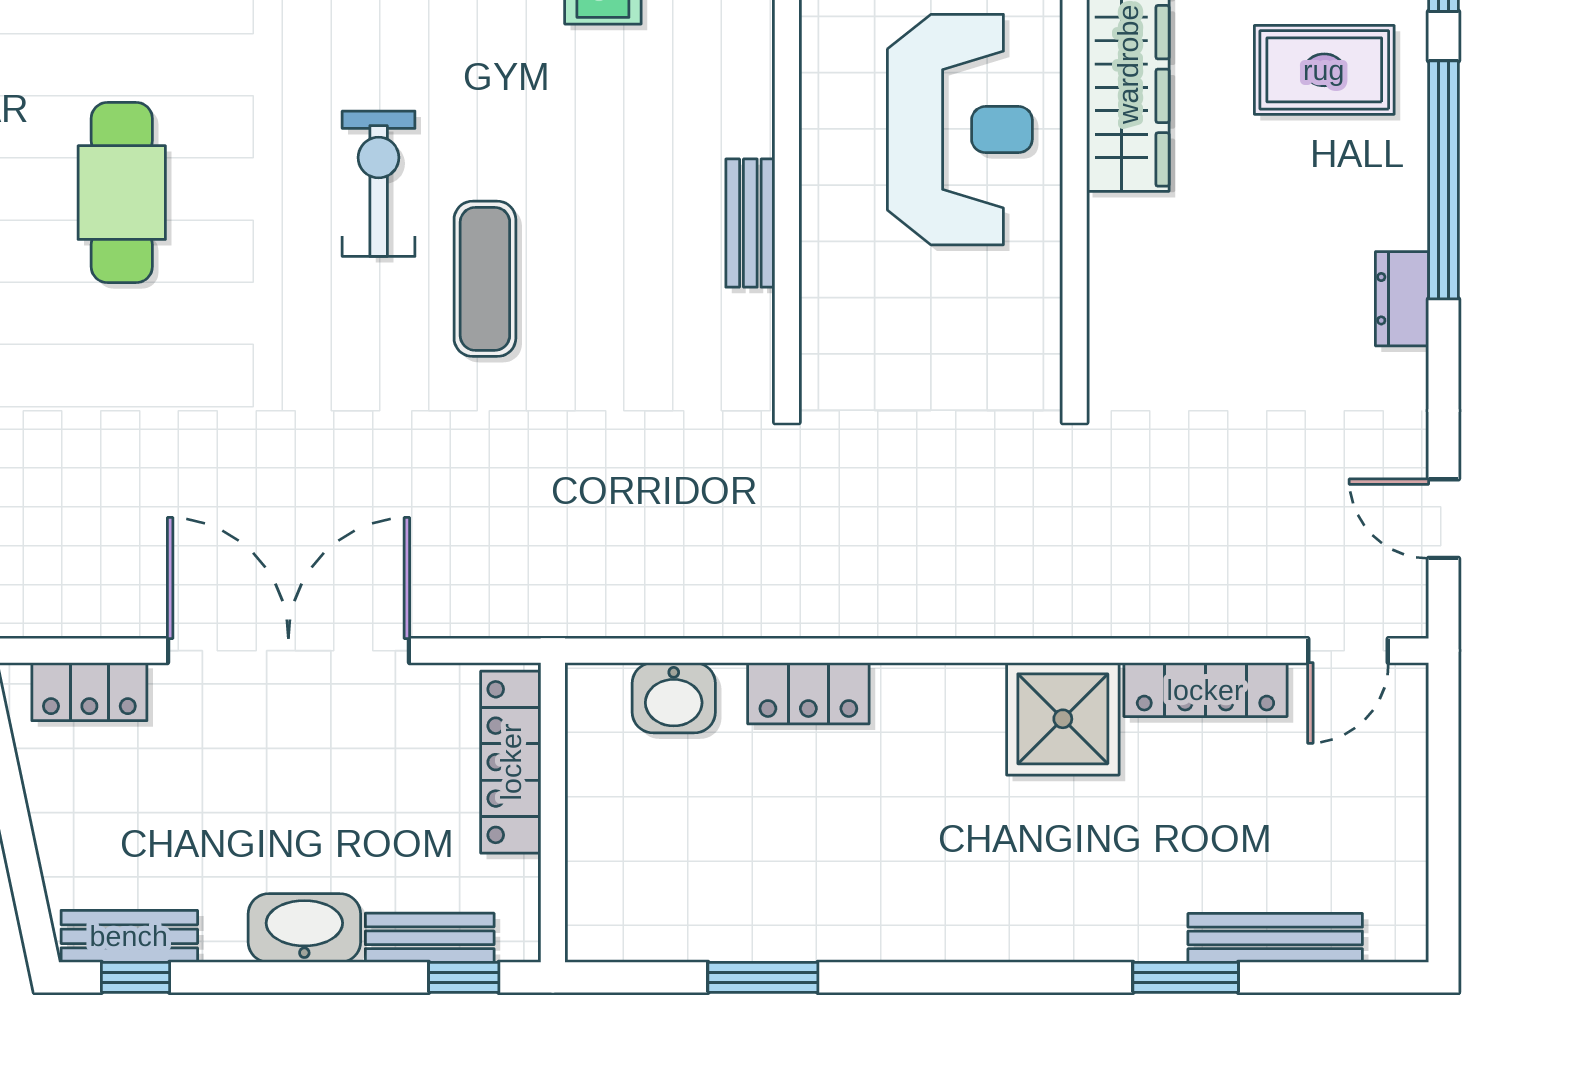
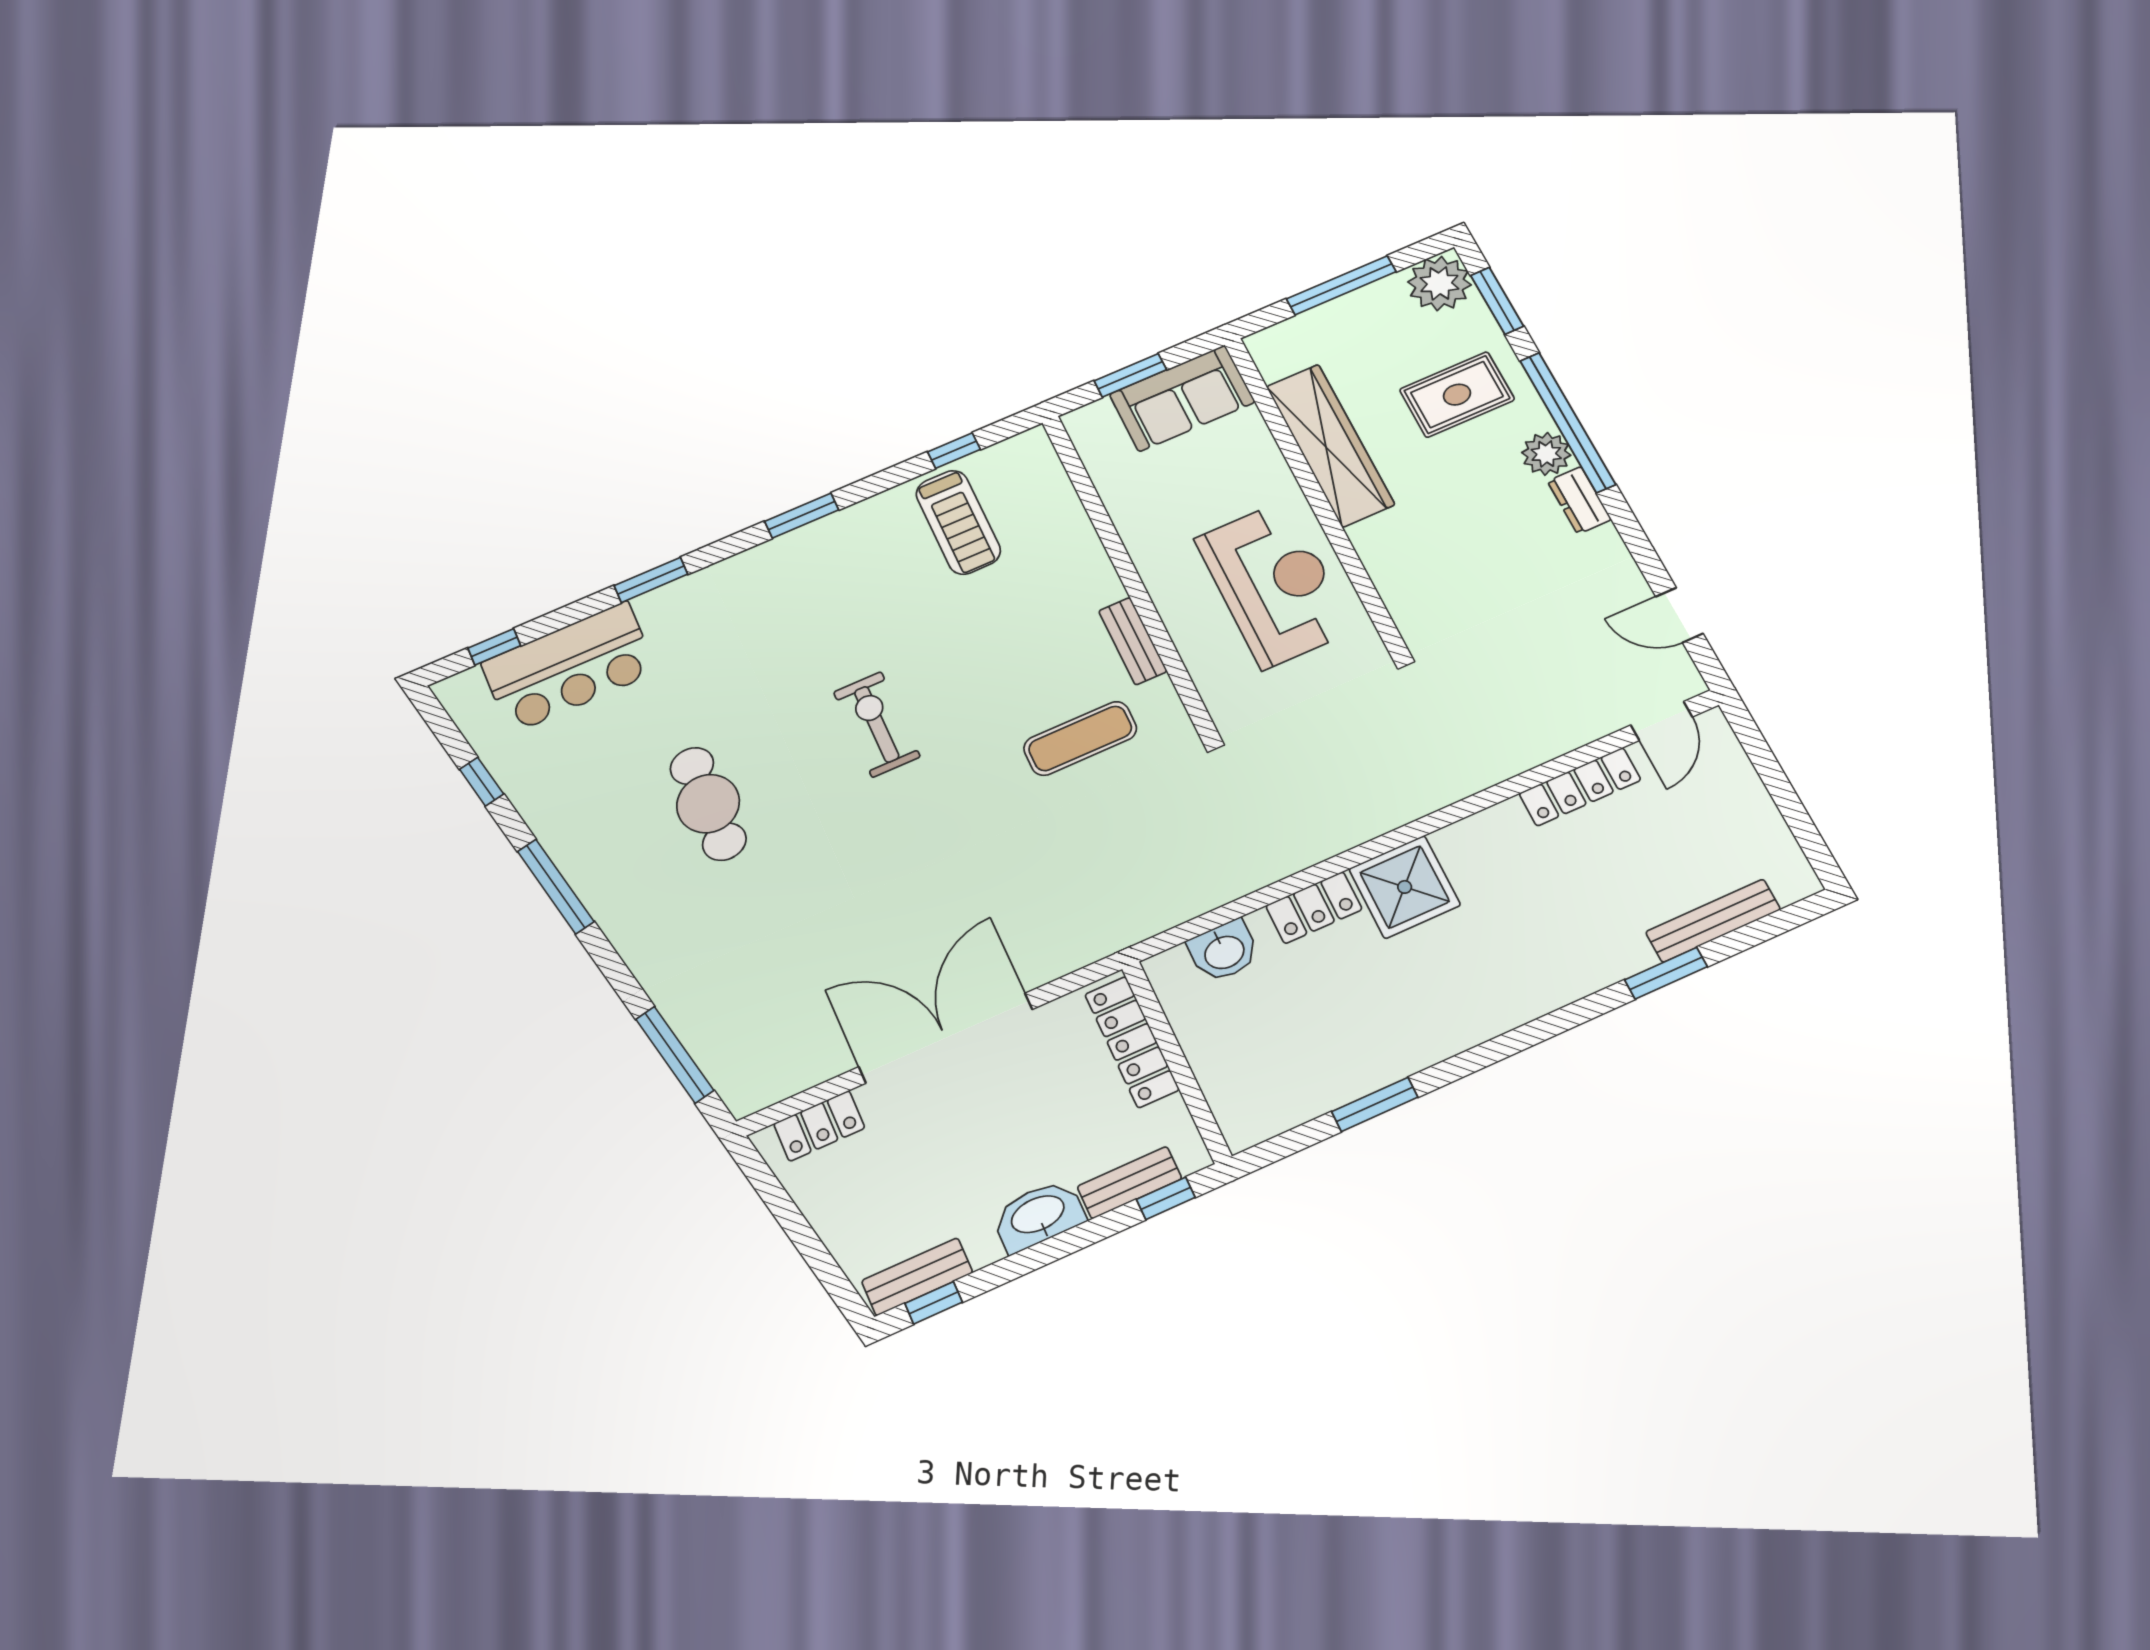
reception desk: (960, 130) -> (1274, 584), moved
plant: (1394, 212) -> (1546, 454), added
exercise mat: (485, 279) -> (1080, 738), moved, turned 90
shower: (1063, 719) -> (1405, 887), moved

